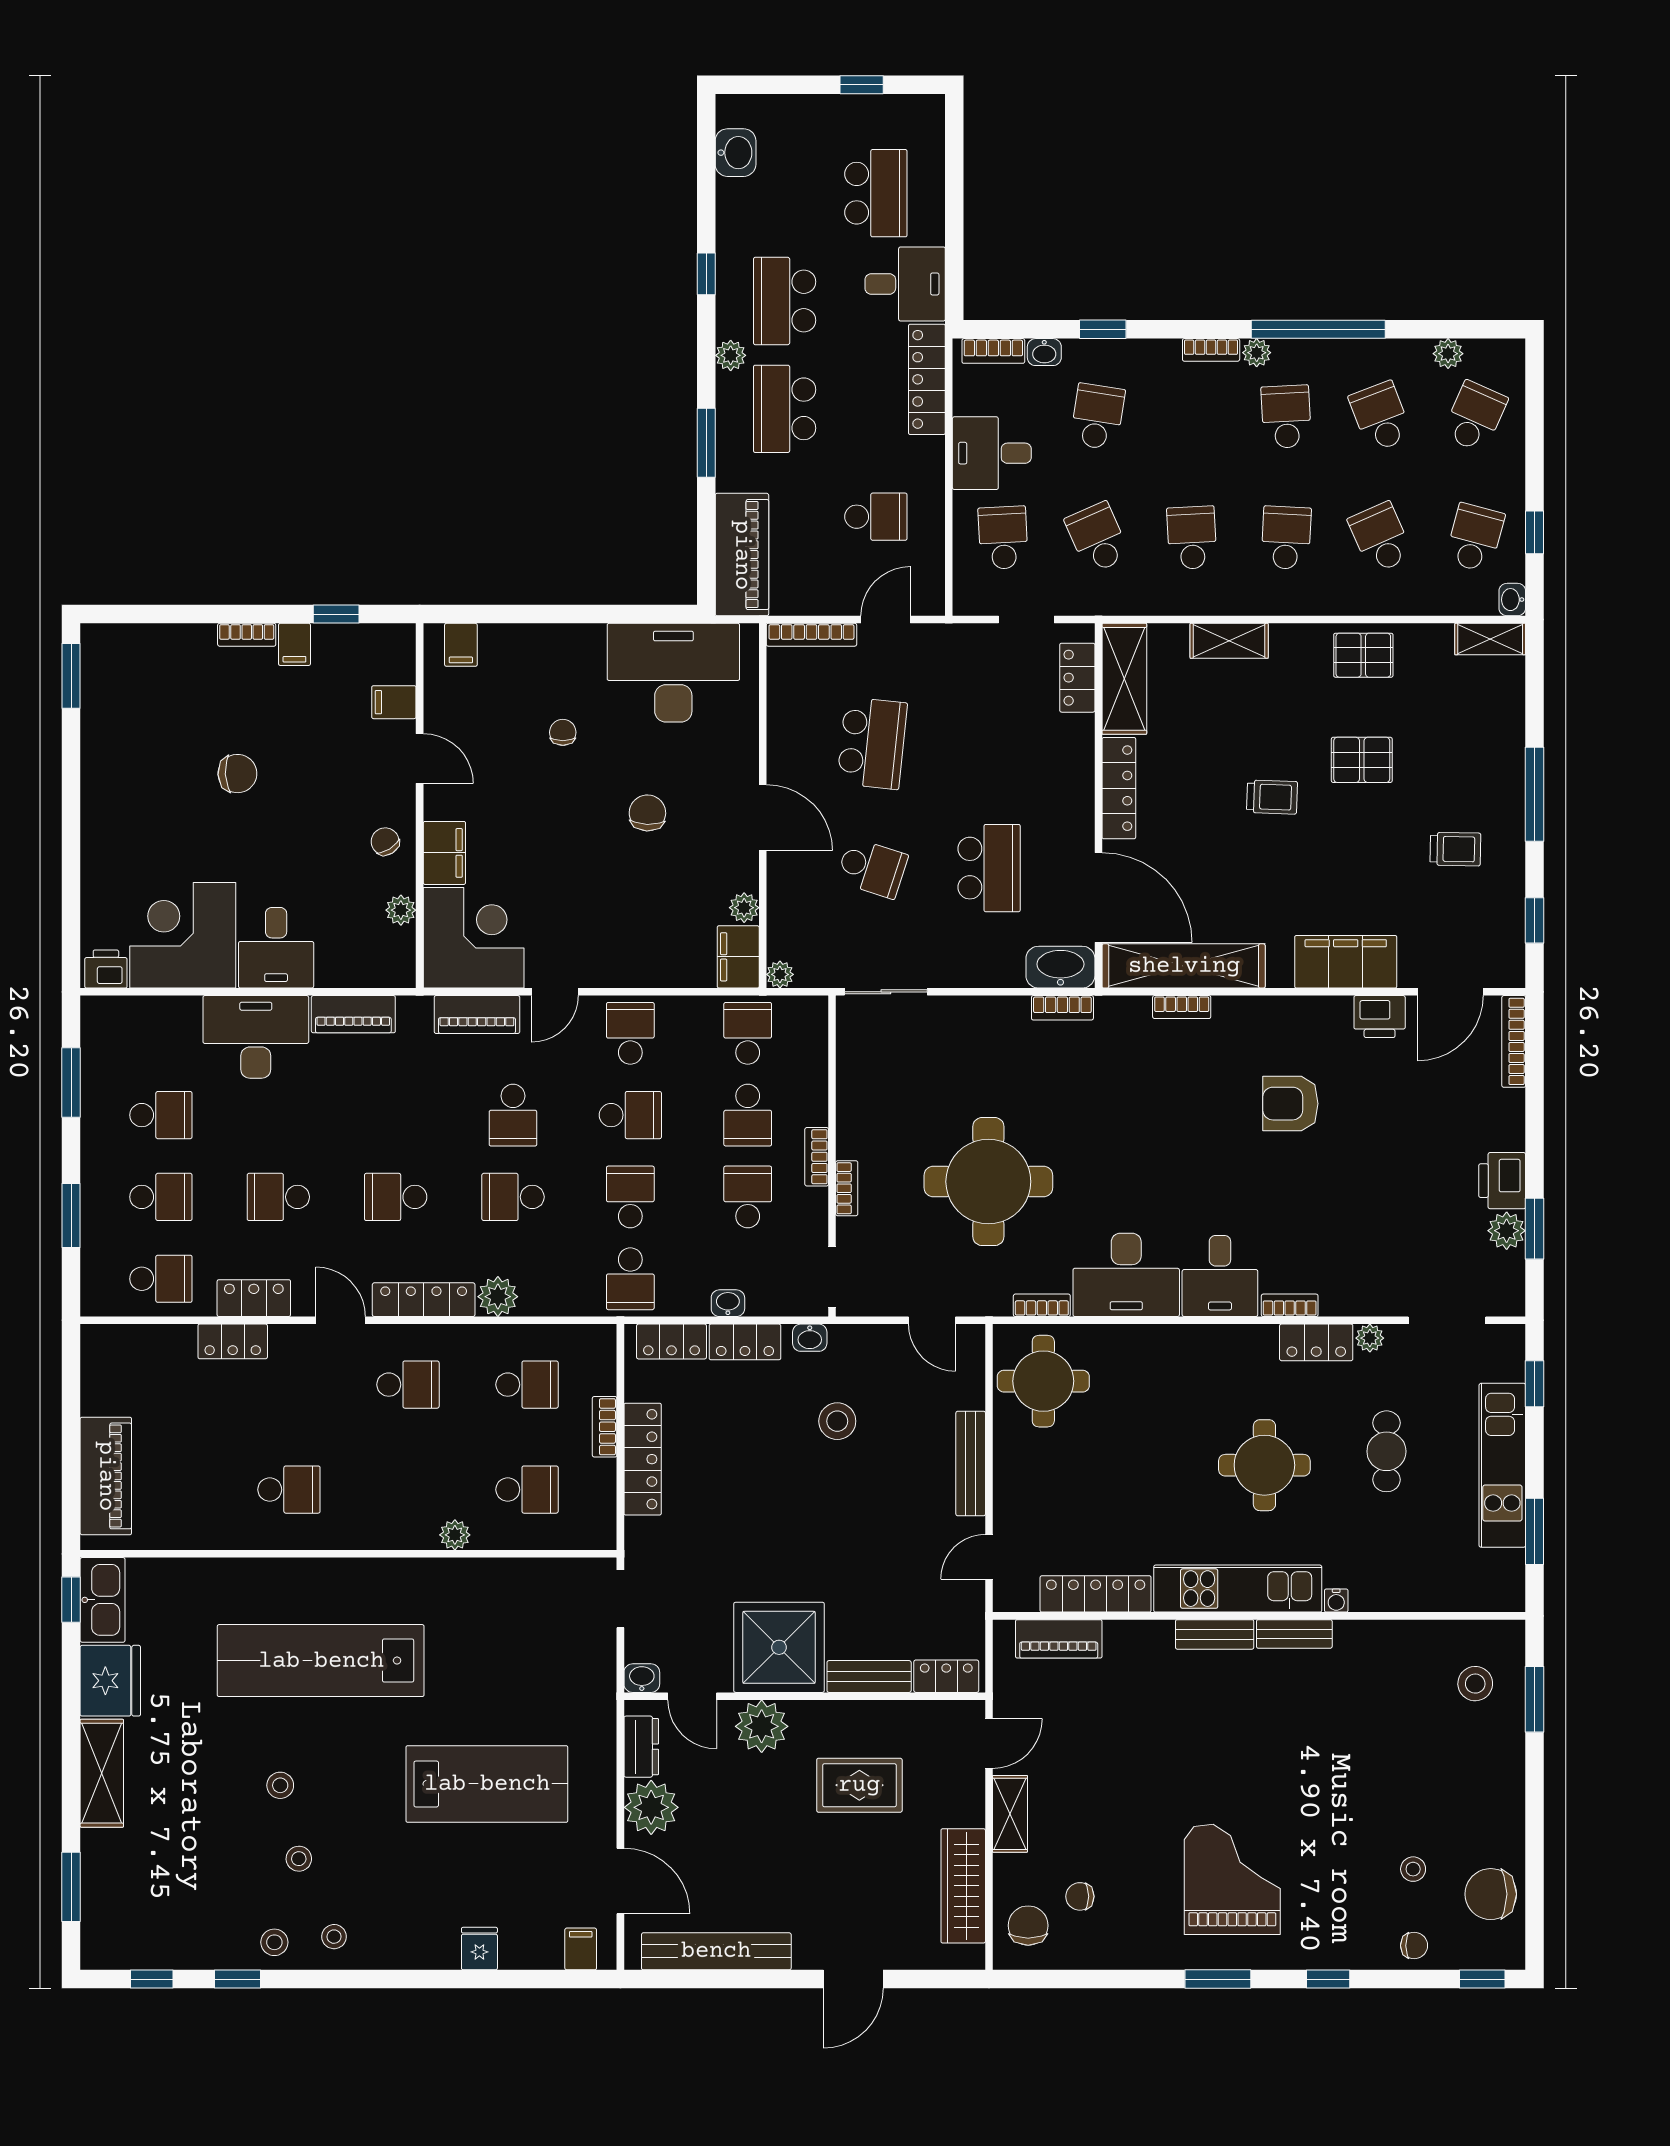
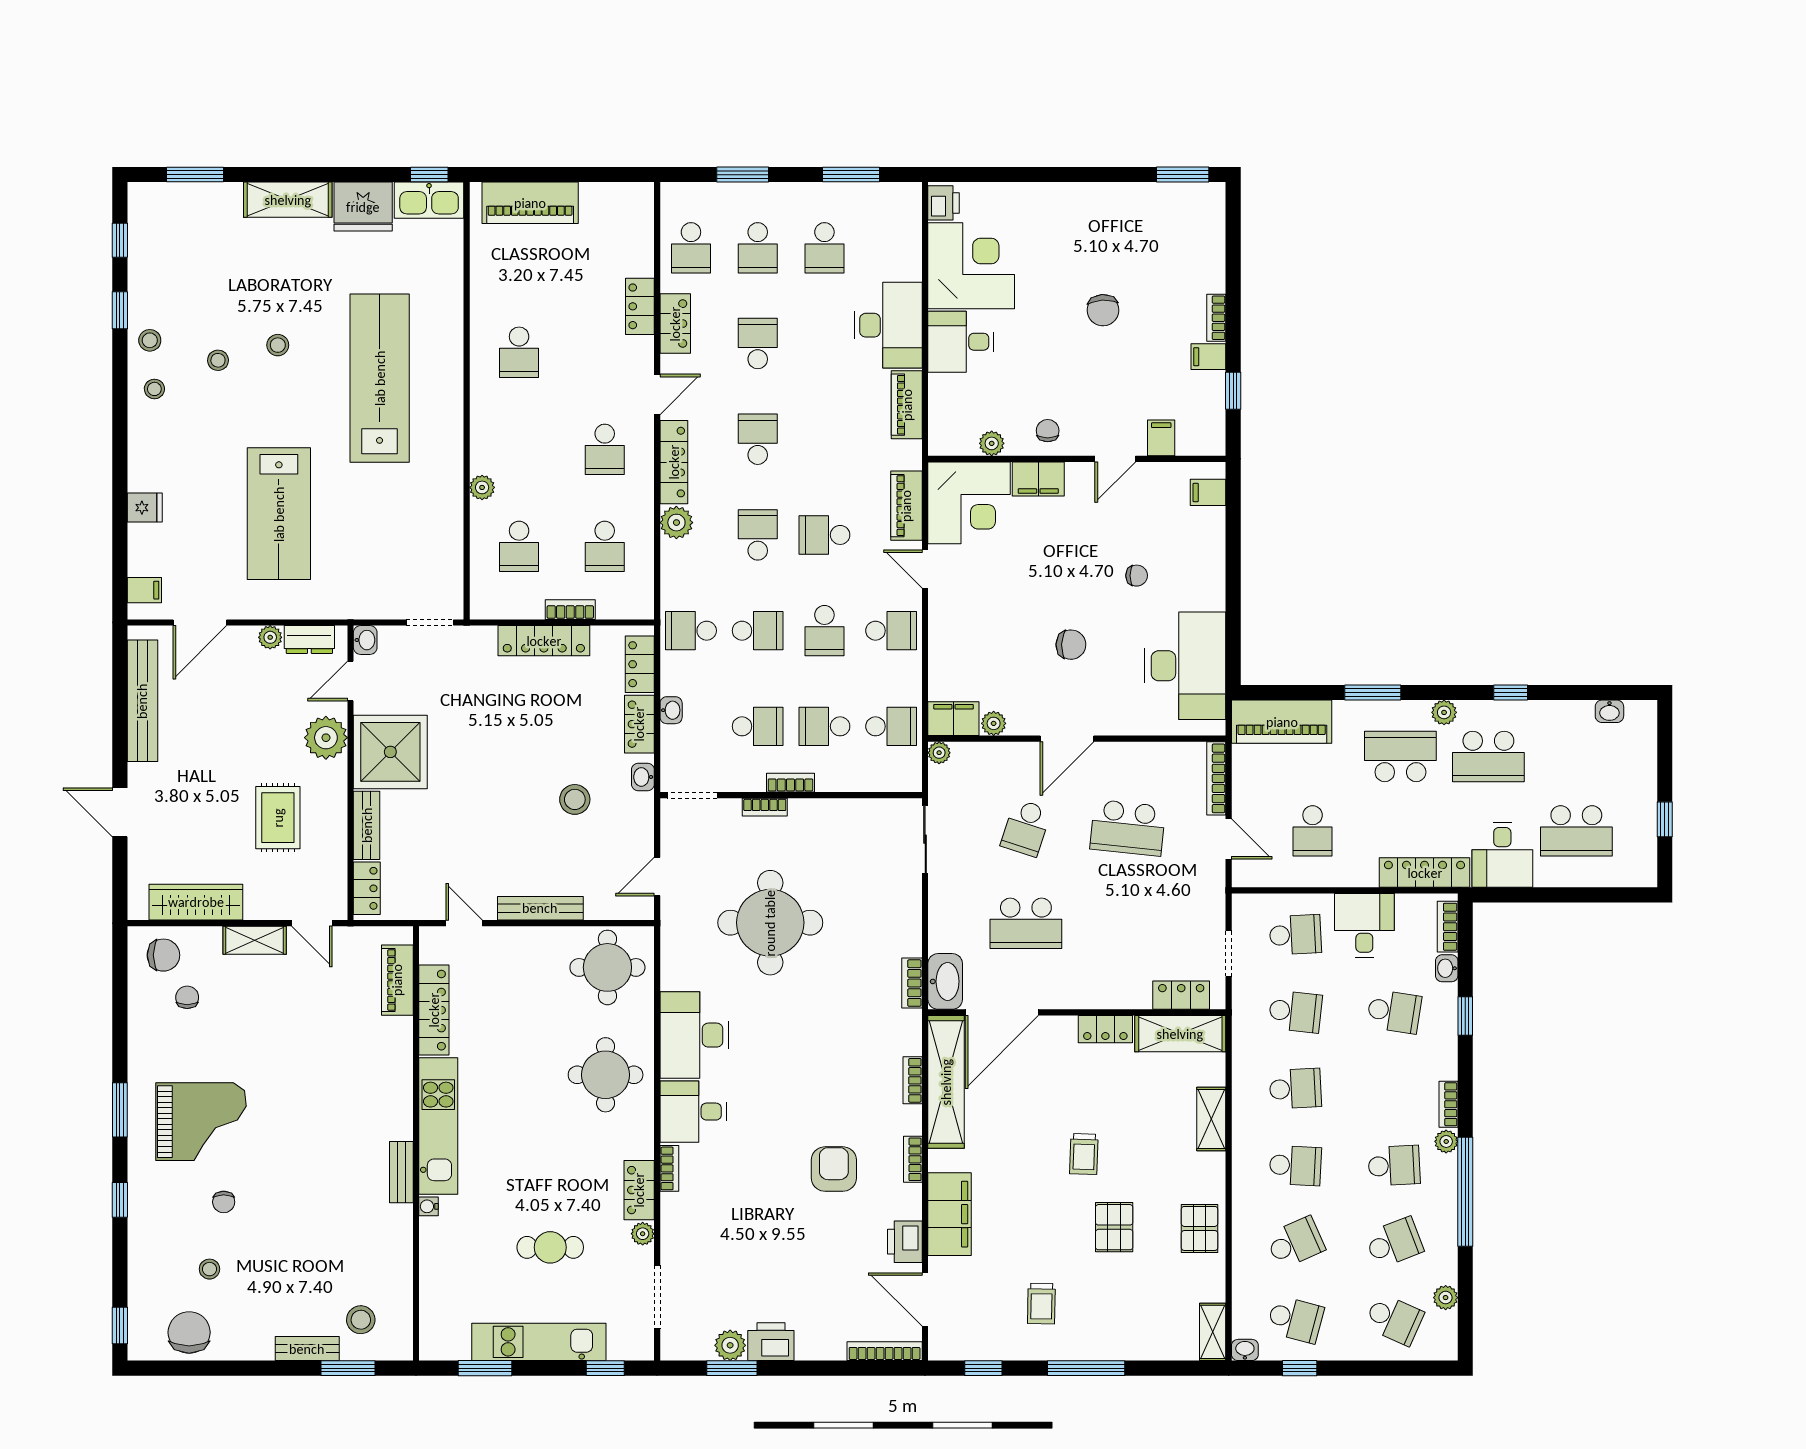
washbasin: (736, 153) -> (1609, 711), width x0.72, depth x0.69
school desk: (785, 301) -> (1488, 756), turned 180
school desk: (1097, 538) -> (1295, 1012), turned 30
locker: (1119, 788) -> (1105, 1029), width x0.66
chair: (385, 841) -> (1048, 431), turned -58
bookcase: (1042, 1305) -> (913, 1159), moved, turned 180
round table: (1264, 1465) -> (606, 1075), moved
bench: (1215, 1634) -> (307, 1349), moved, turned 90
plant: (651, 1807) -> (270, 637), width x0.53, depth x0.53
chair: (1414, 1946) -> (224, 1202), moved

